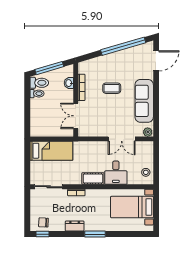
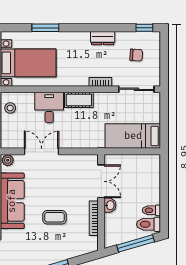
washbasin: (69, 83) -> (110, 205), moved
chair: (43, 222) -> (136, 55), moved
window: (95, 234) -> (45, 28), moved

